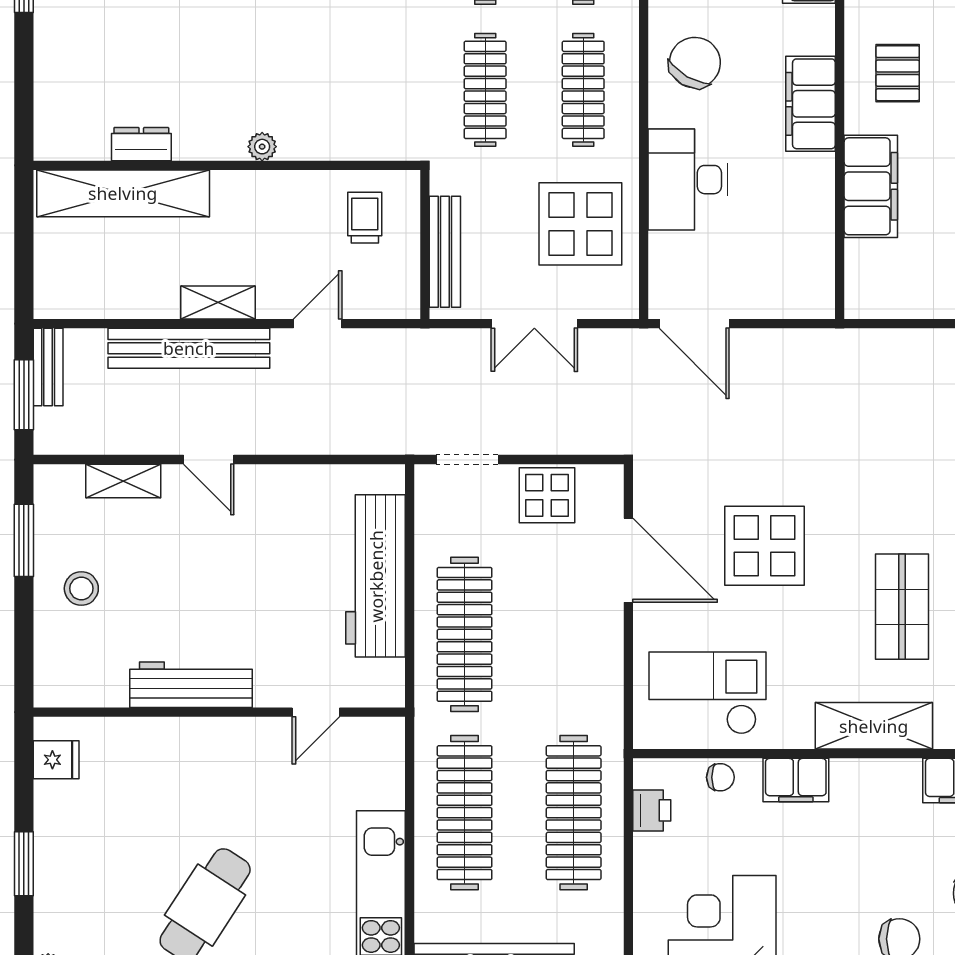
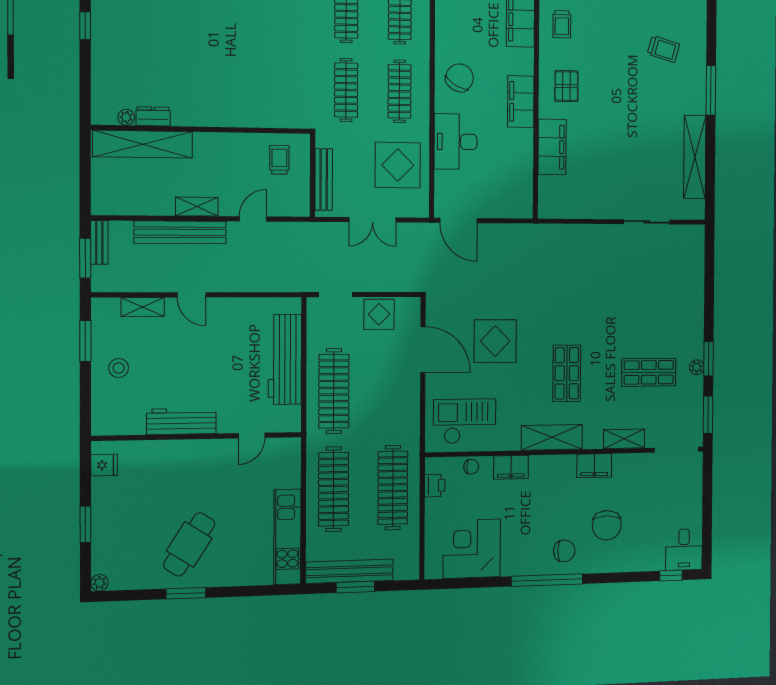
plant: (262, 147) -> (126, 117), moved

